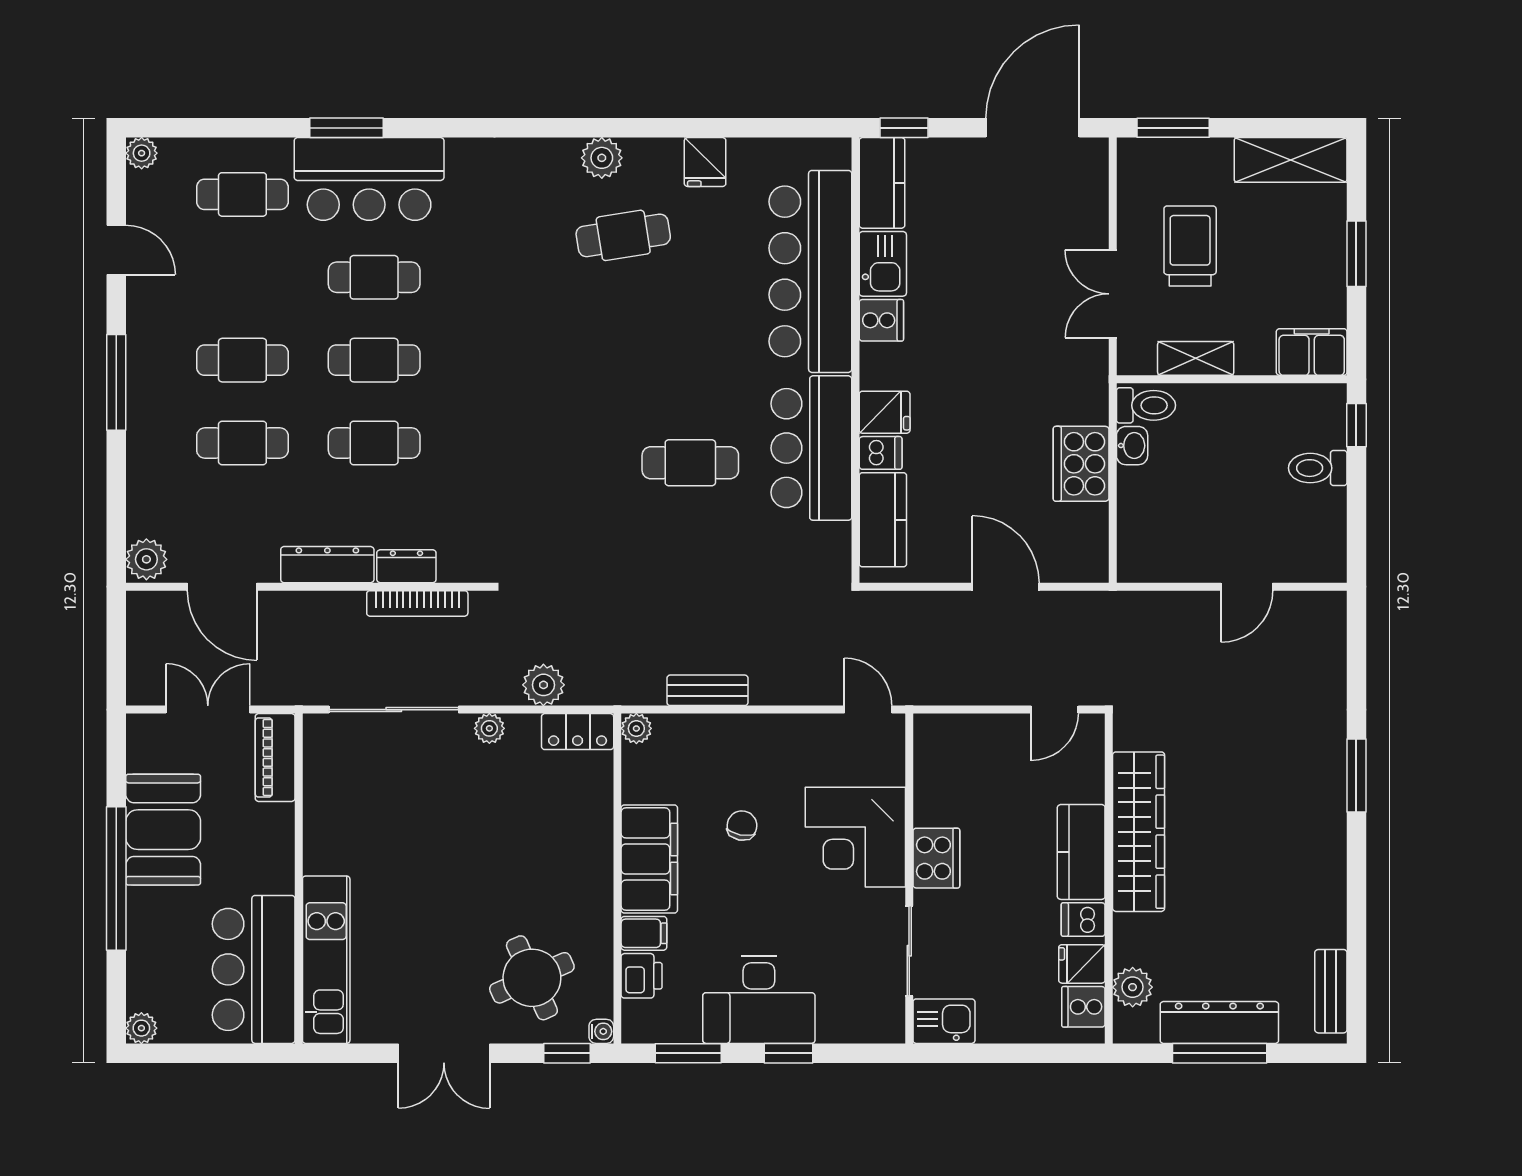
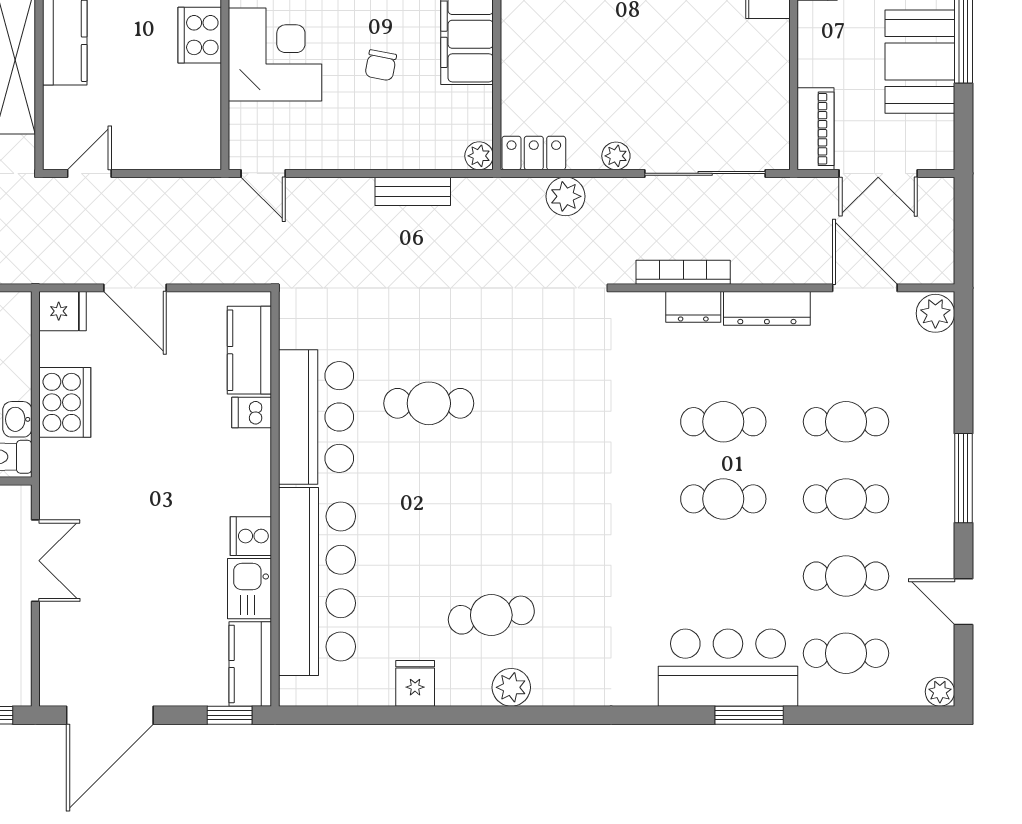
cafe table: (374, 277) -> (846, 576), moved
fridge: (885, 412) -> (62, 311), moved, turned 180

